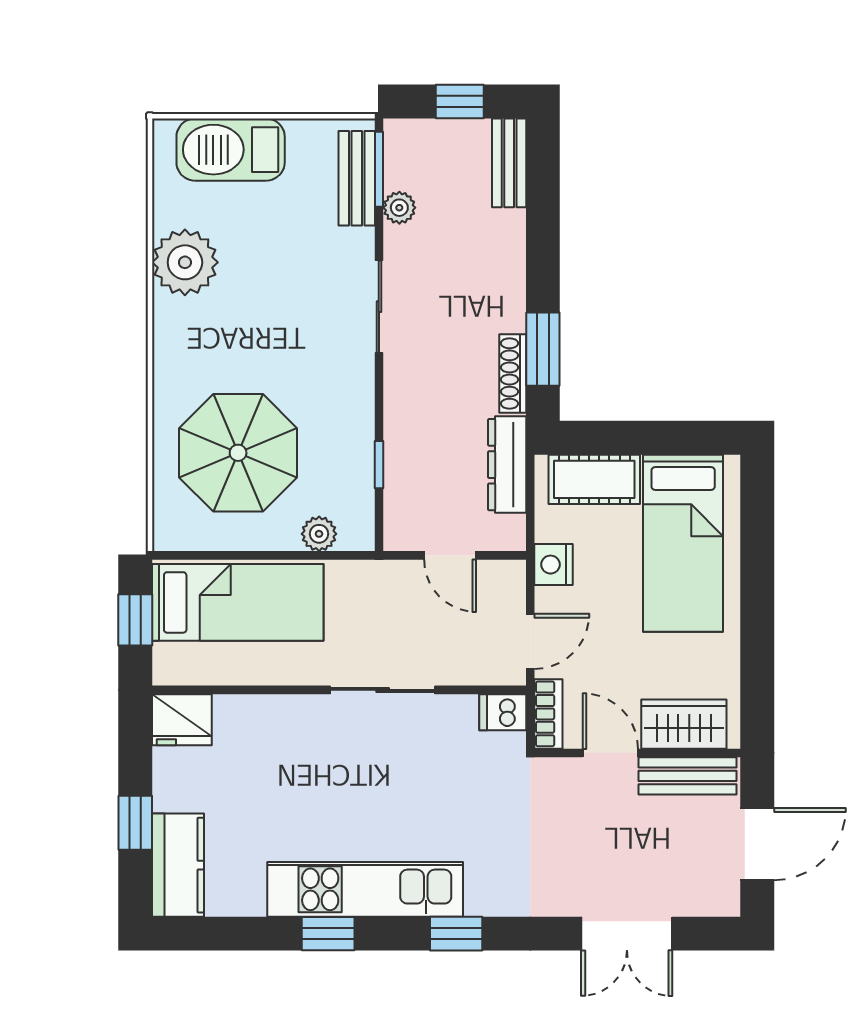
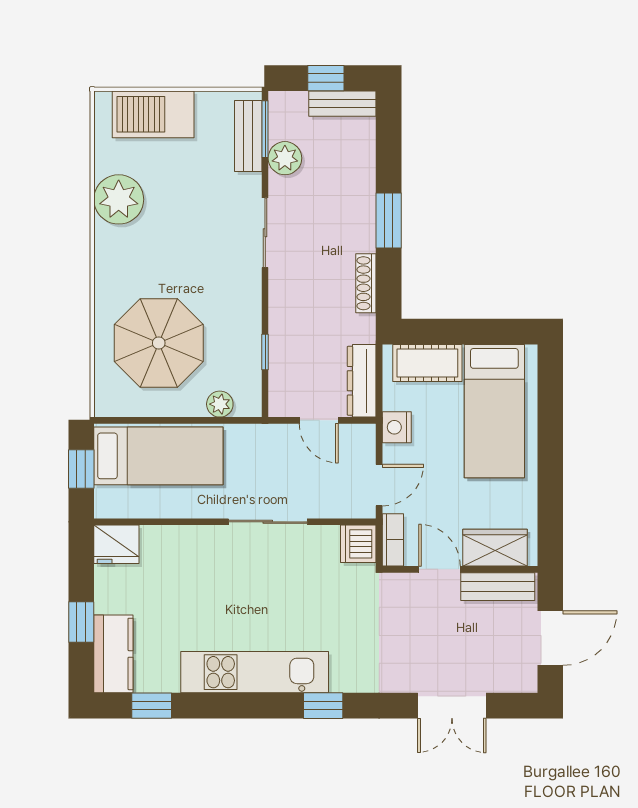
bench: (509, 163) -> (342, 104), moved, turned 90
plant: (399, 208) -> (285, 158), width x1.38, depth x1.38
window: (543, 349) -> (389, 221), moved
dresser: (507, 465) -> (362, 381), moved
dishwasher: (503, 712) -> (358, 544), width x1.38
window: (328, 934) -> (152, 706), moved

